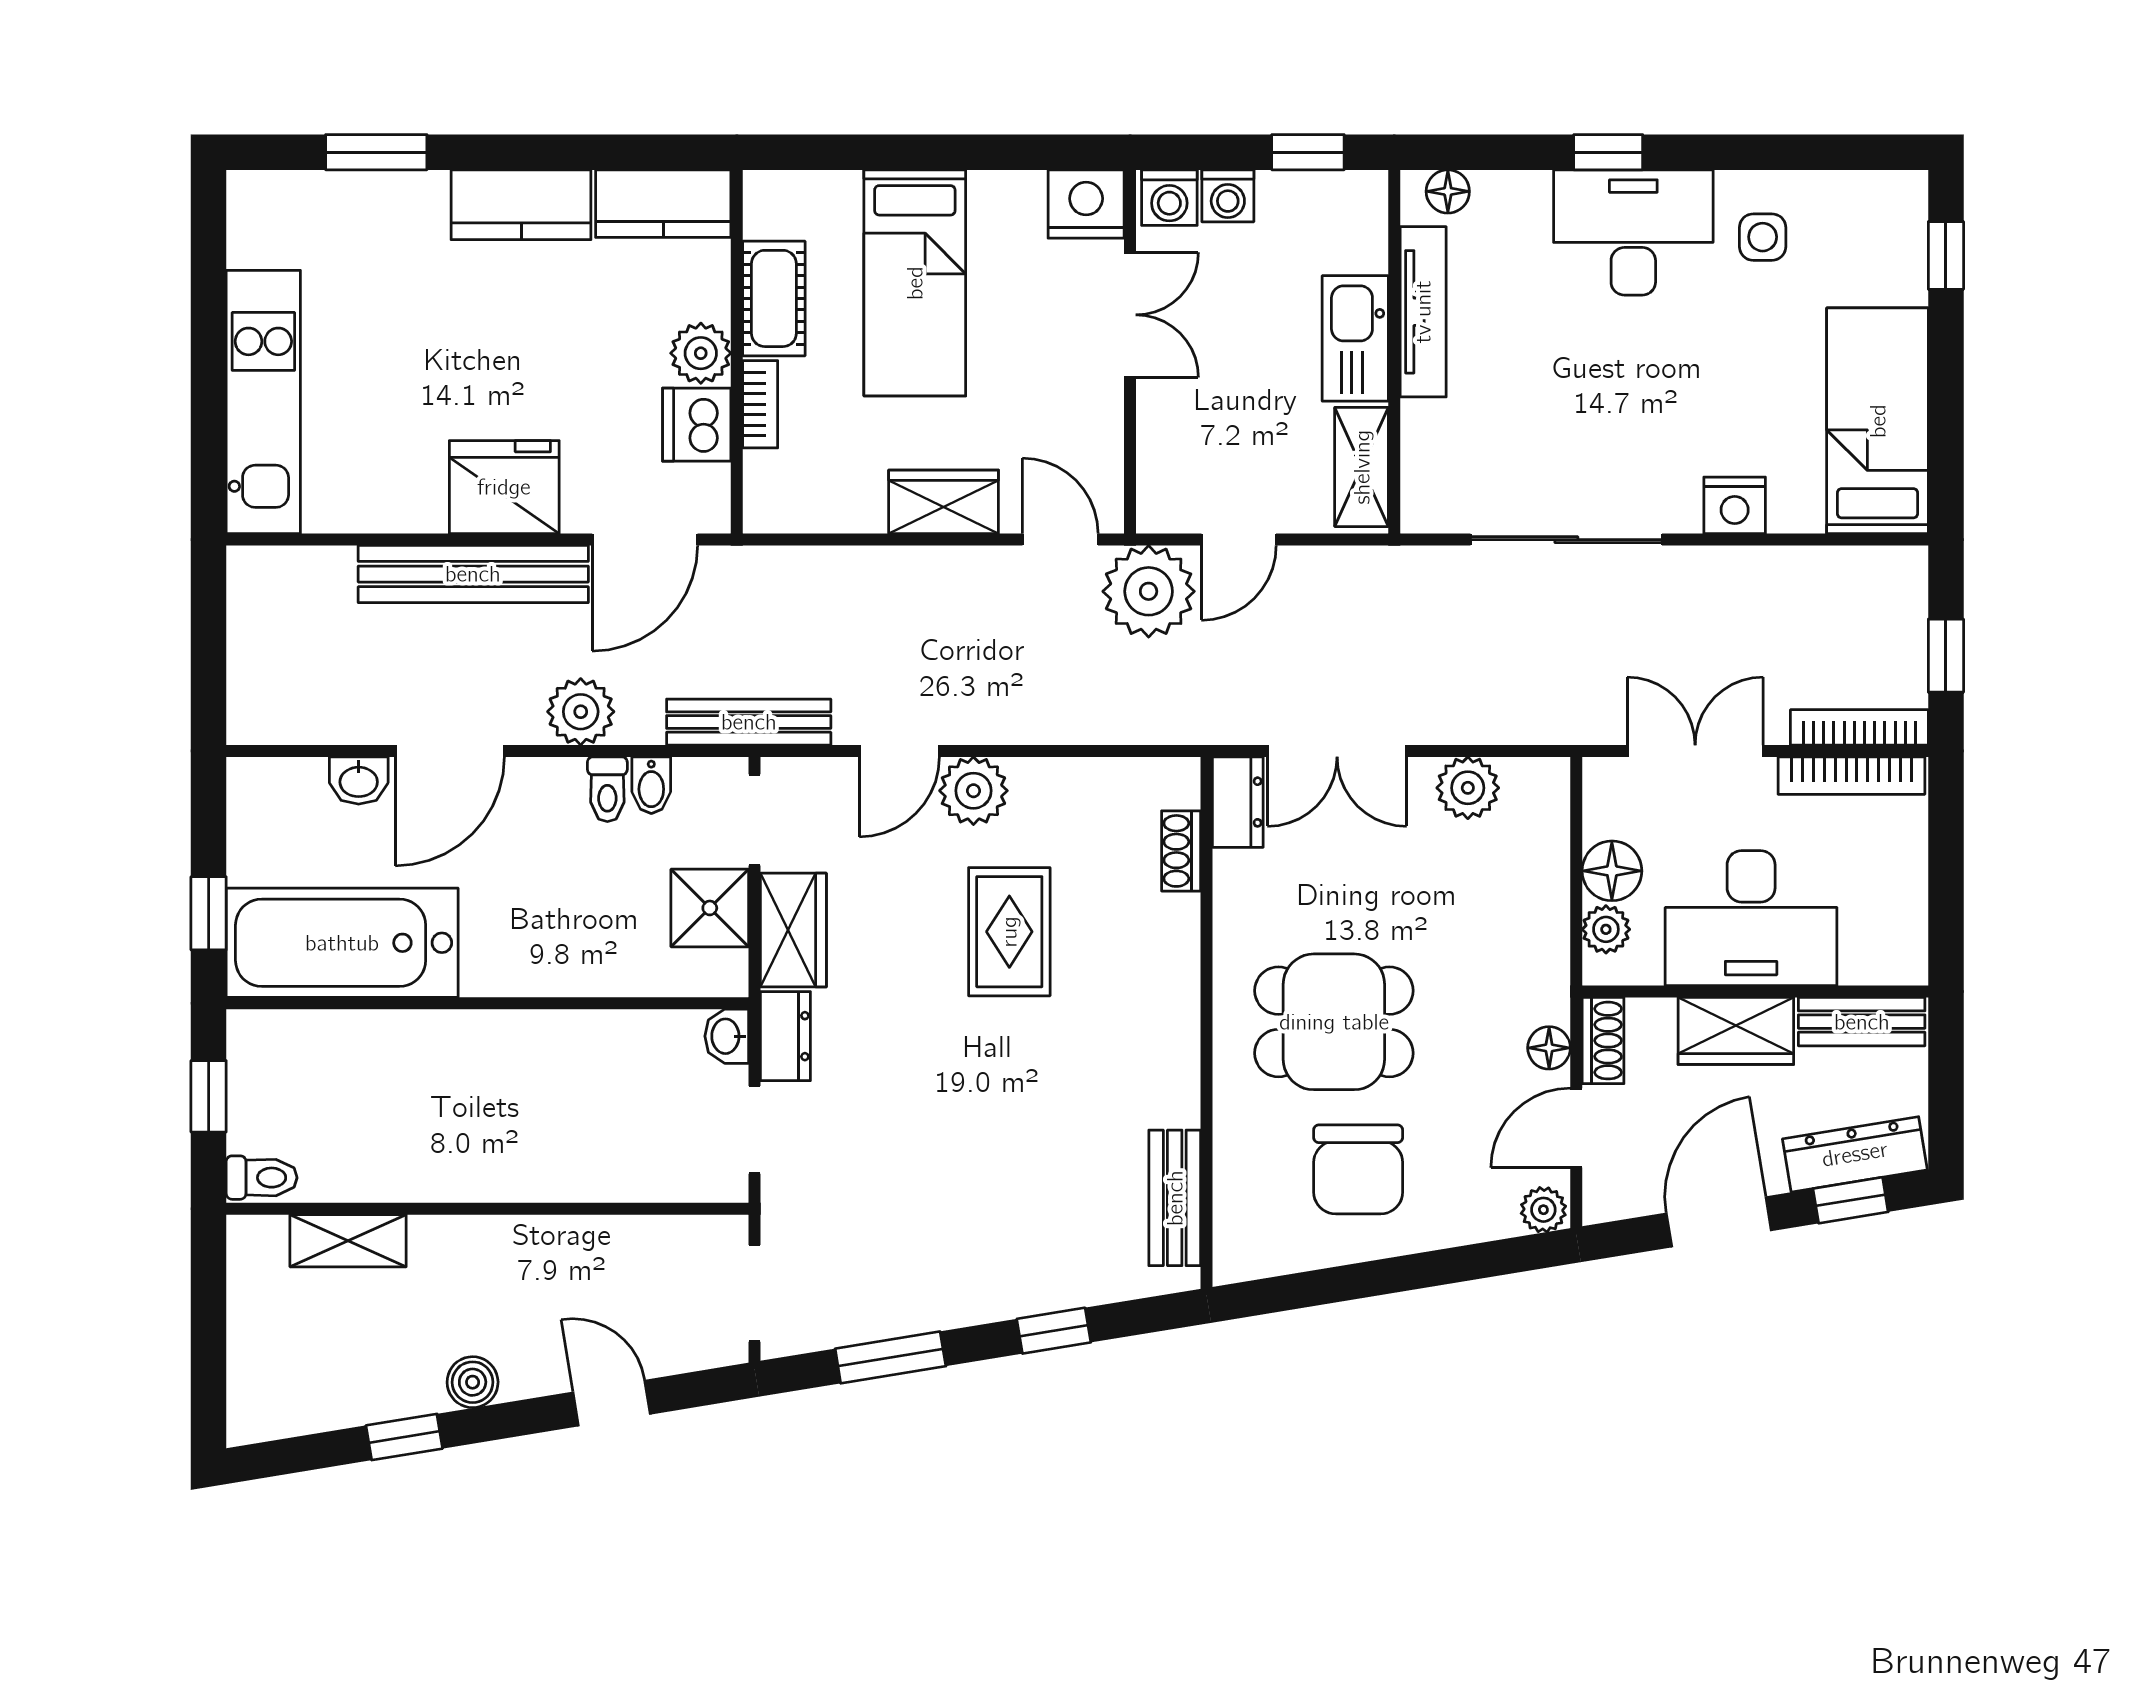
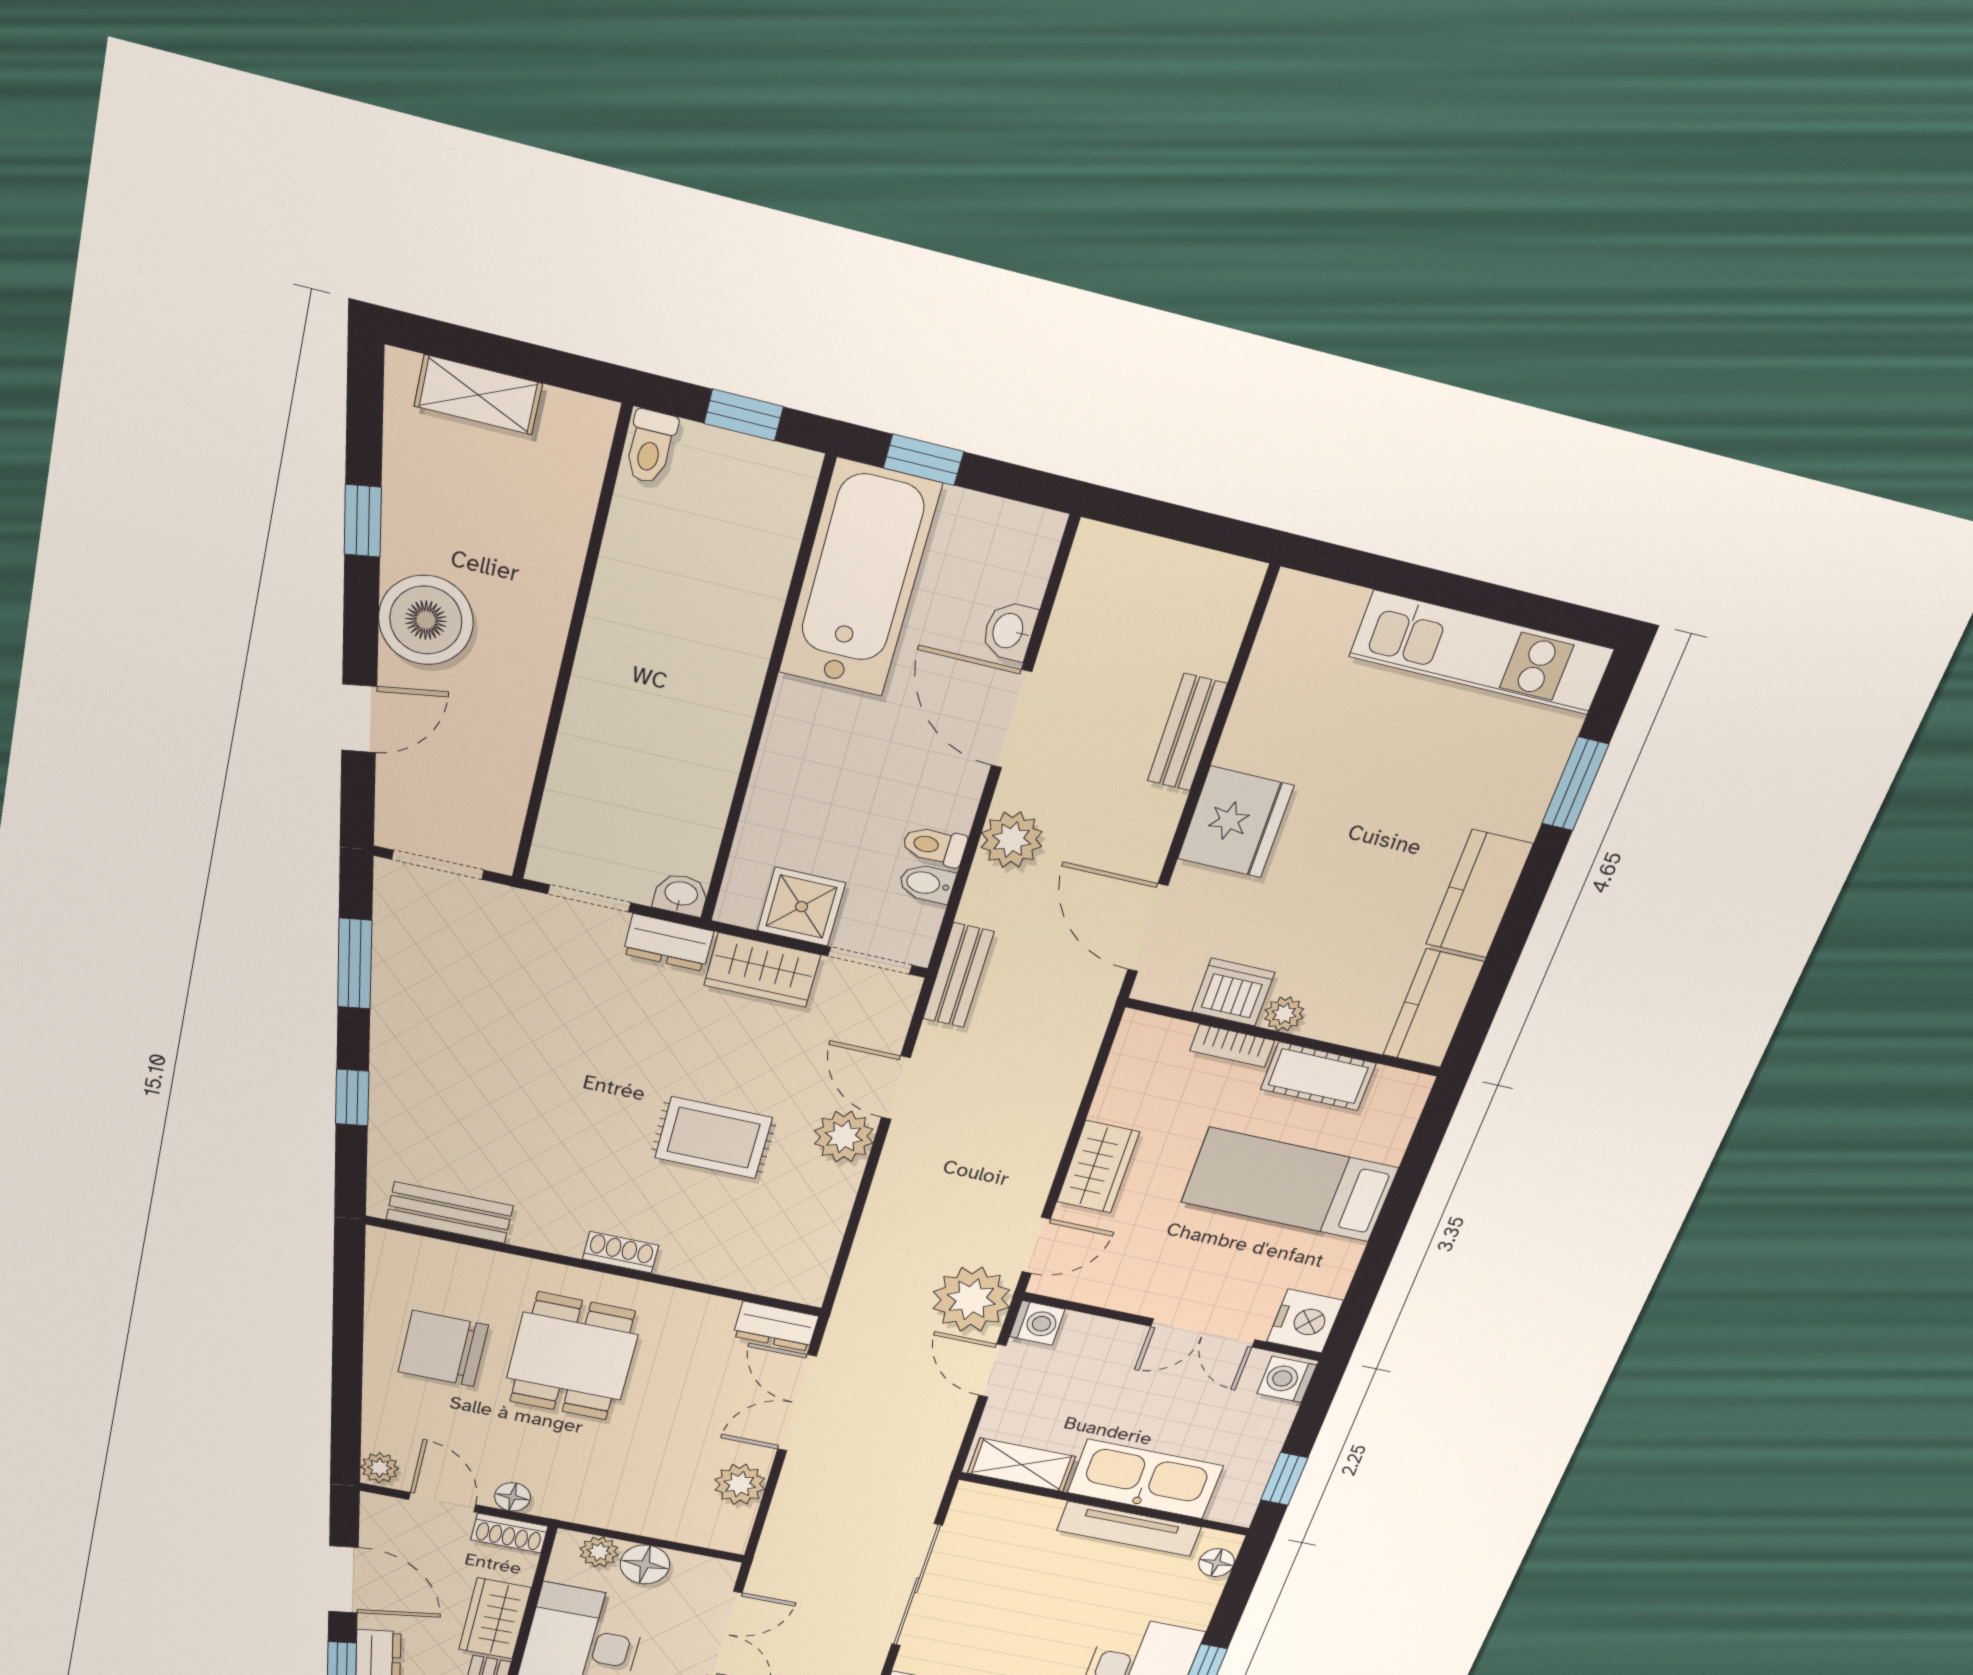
washing machine: (1228, 196) -> (1037, 1323), moved, turned 180
kitchen sink: (1355, 338) -> (1145, 1479), width x1.36, depth x1.24
plant: (701, 353) -> (1284, 1014), width x0.73, depth x0.73
kitchen unit: (263, 402) -> (1482, 653), moved
bench: (473, 574) -> (1187, 732), width x0.54, depth x0.82
bench: (749, 722) -> (958, 975), width x0.73
shoe rack: (1181, 851) -> (621, 1252), moved
shelving: (348, 1241) -> (478, 395), moved, turned 90
boiler: (473, 1382) -> (426, 620), width x1.86, depth x1.86

